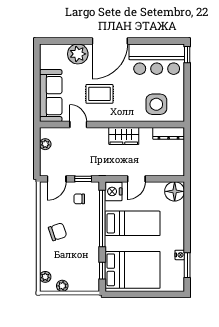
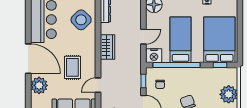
side table: (156, 104) -> (81, 20), turned 45
door: (136, 179) -> (143, 37), hinge flipped
plant: (62, 286) -> (229, 94), width x1.88, depth x1.88

